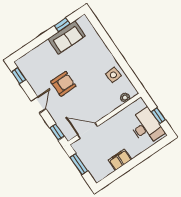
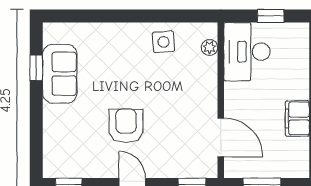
desk: (146, 127) -> (247, 52), moved, turned -90
door: (87, 131) -> (221, 137), swing flipped

